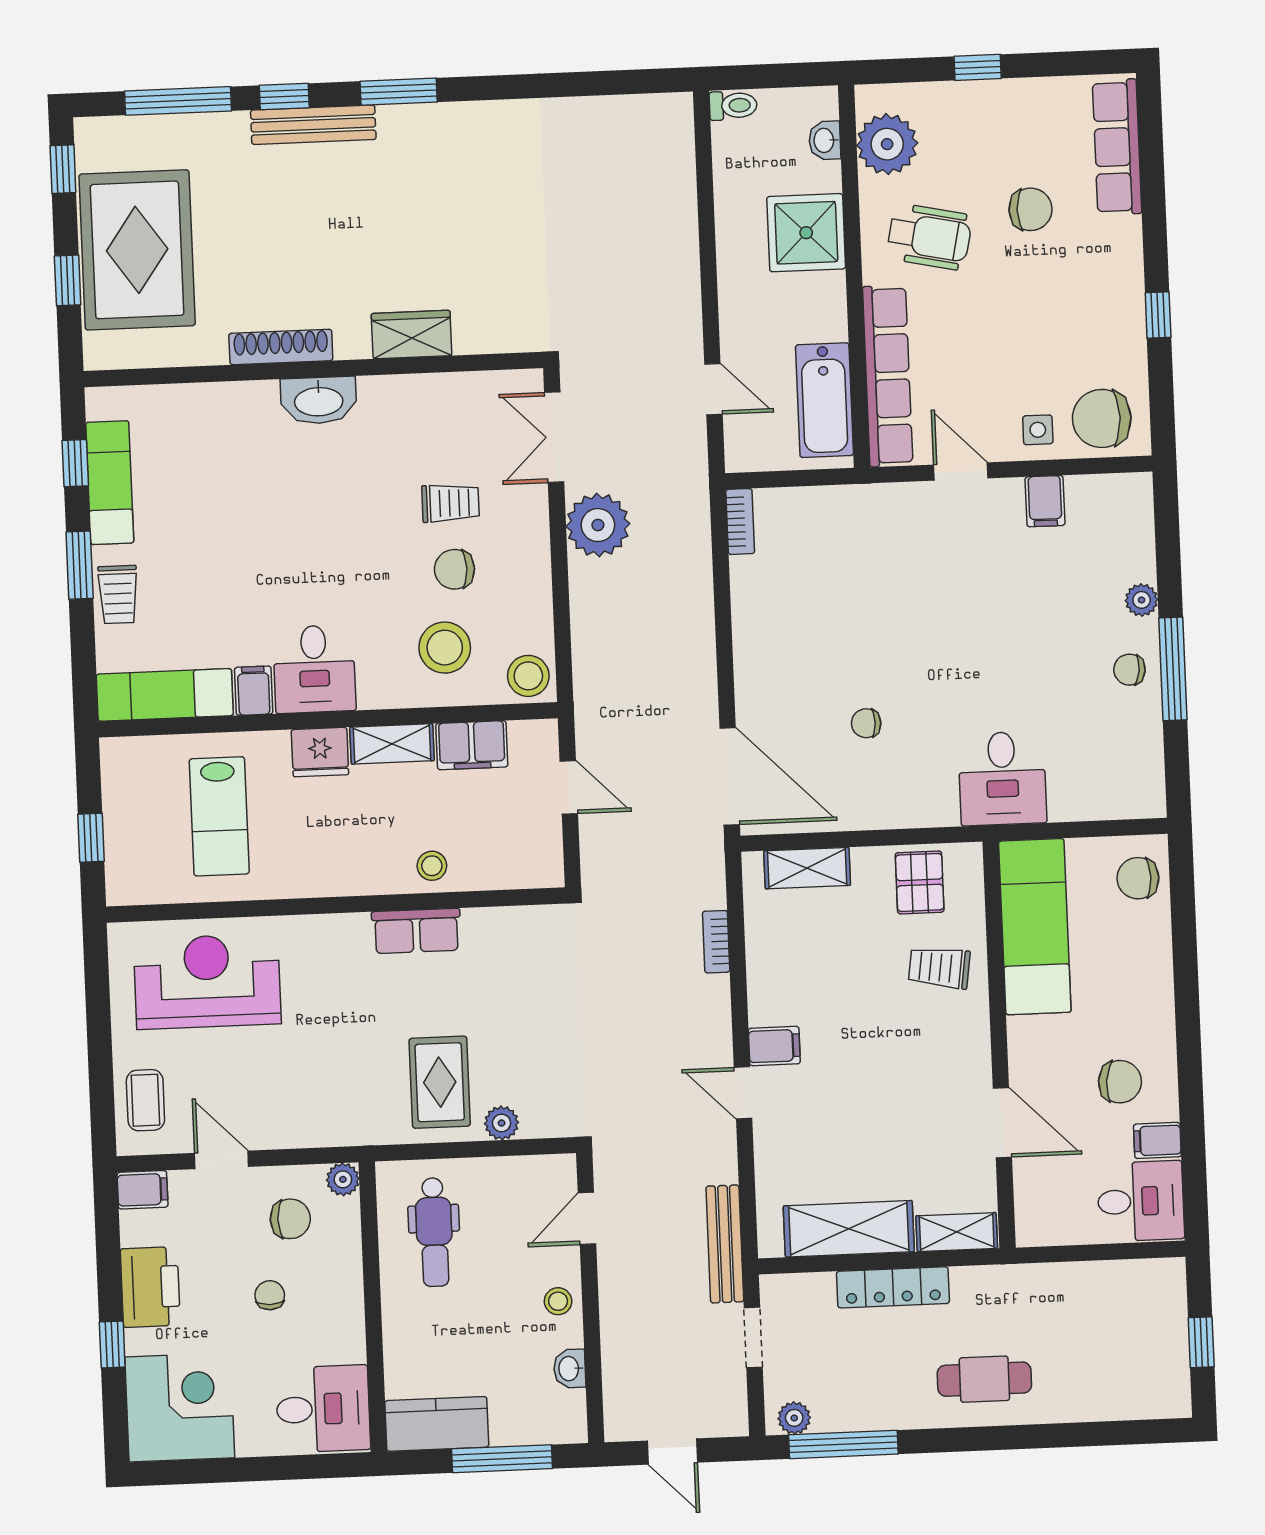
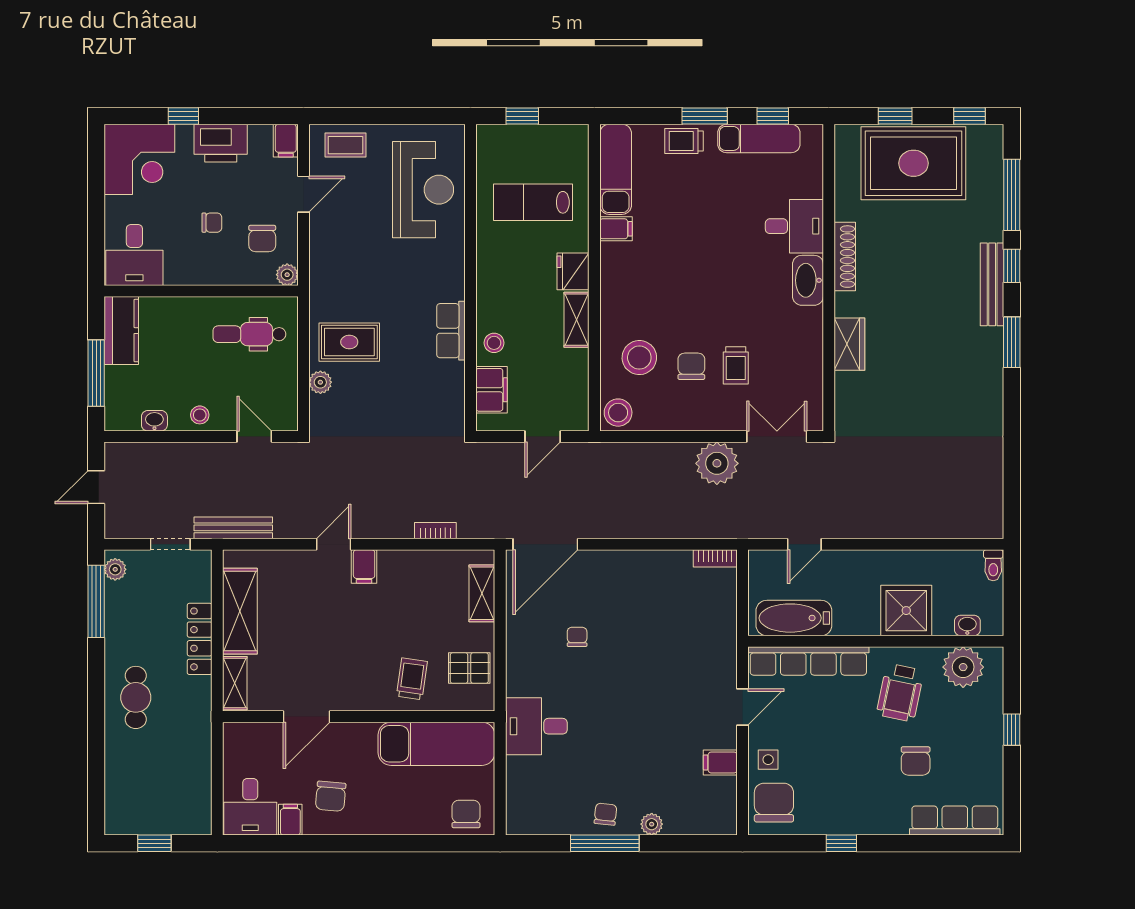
desk: (314, 669) -> (794, 226), moved, turned 180
filing cabinet: (472, 745) -> (491, 390), moved, turned 180

